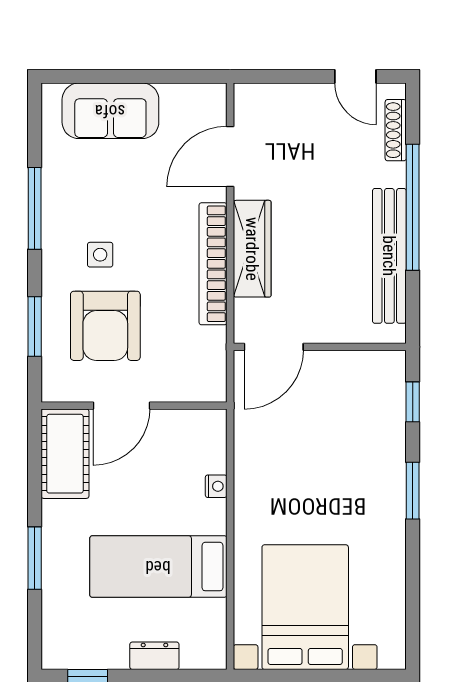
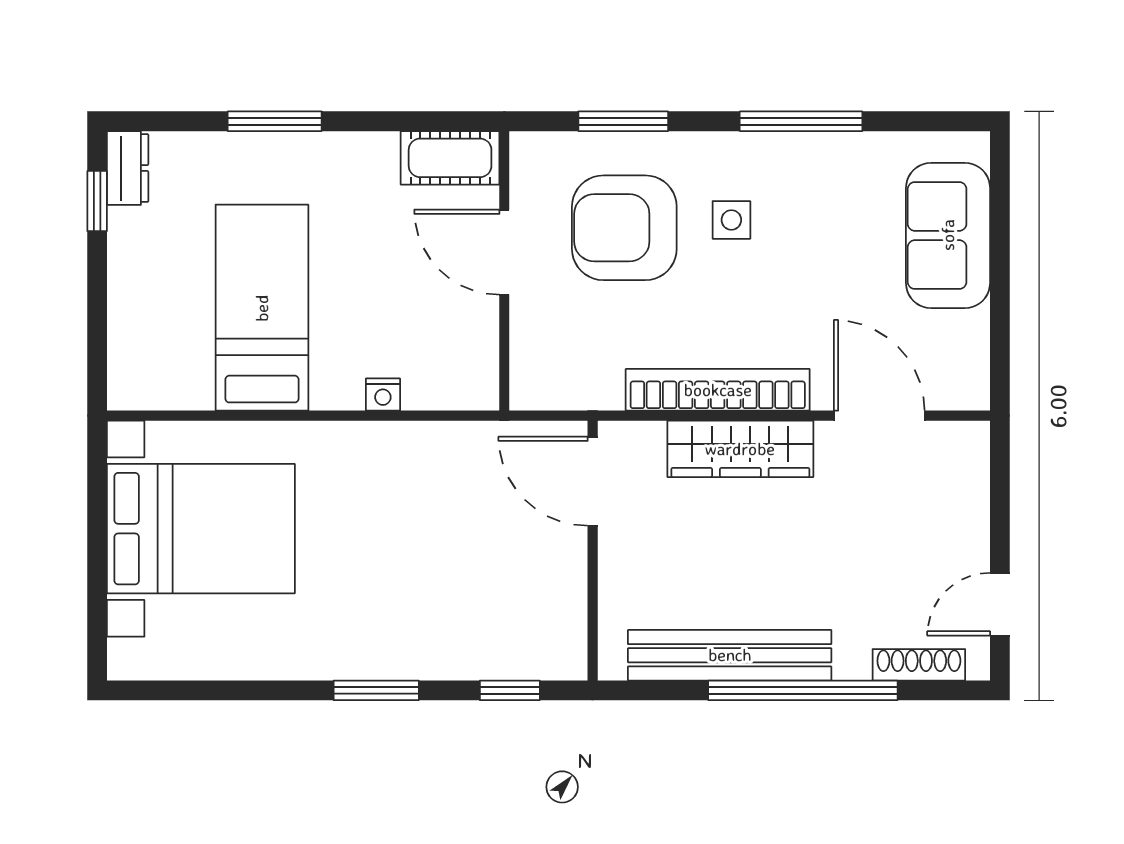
cot: (65, 454) -> (450, 158), width x0.73, depth x0.75
dresser: (154, 656) -> (128, 168), moved

